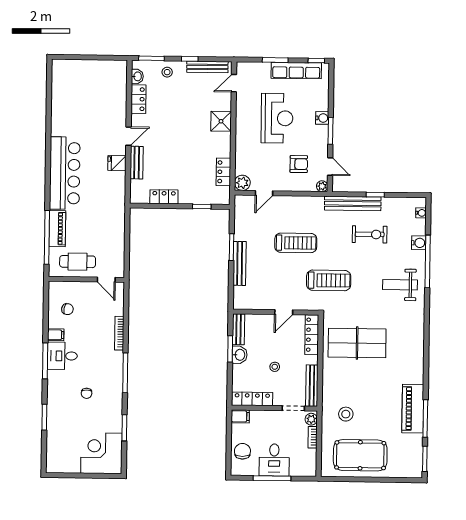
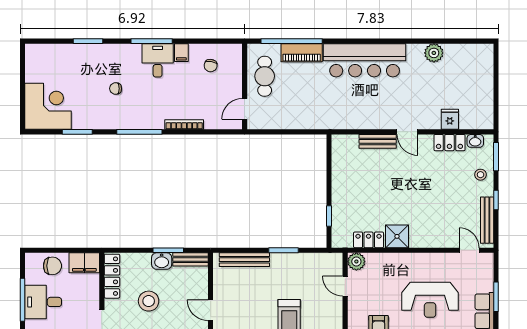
plant: (59, 112) -> (434, 53), added
shower: (221, 121) -> (397, 236), moved
fridge: (117, 163) -> (450, 119), moved
locker: (164, 197) -> (339, 173), removed
bench: (240, 263) -> (244, 260), moved
stool: (275, 367) -> (149, 301), width x1.89, depth x1.89
filing cabinet: (240, 416) -> (84, 263), width x2.00

